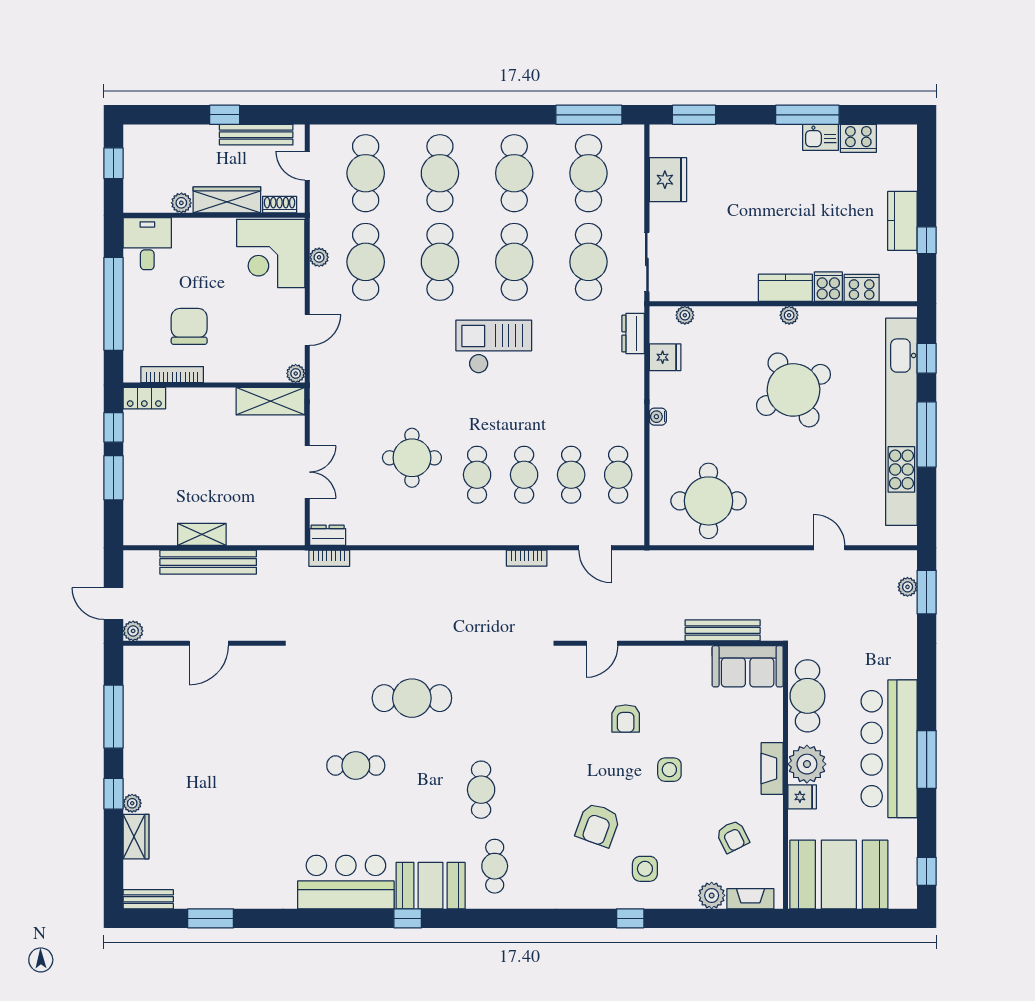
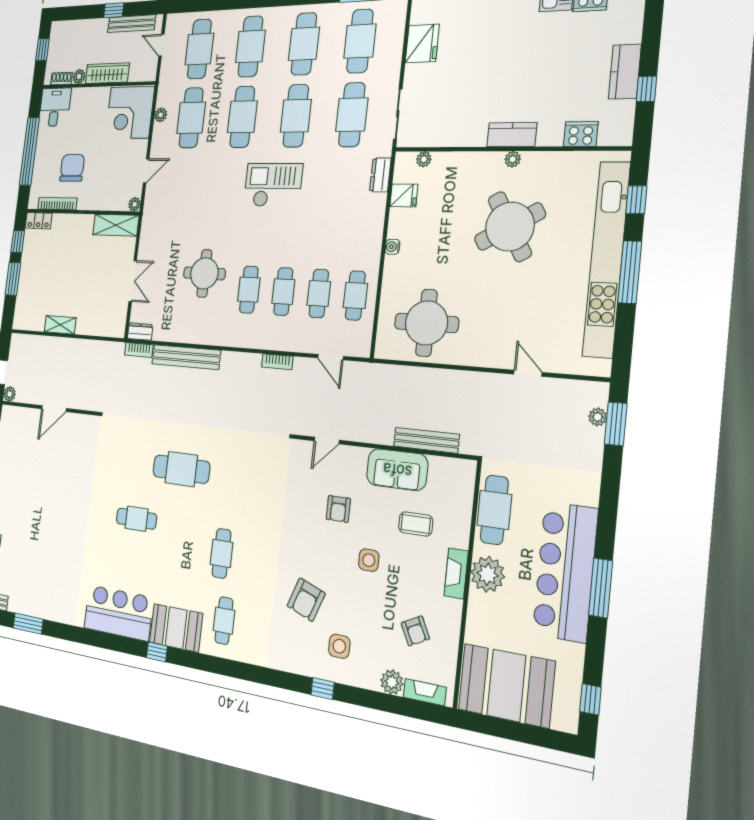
shoe rack: (280, 205) -> (61, 78), moved
cooker: (828, 287) -> (550, 133), removed
bench: (208, 562) -> (186, 357), moved
sofa: (748, 666) -> (397, 470), moved
coffee table: (720, 723) -> (416, 524), added
fridge: (802, 797) -> (480, 605), removed

